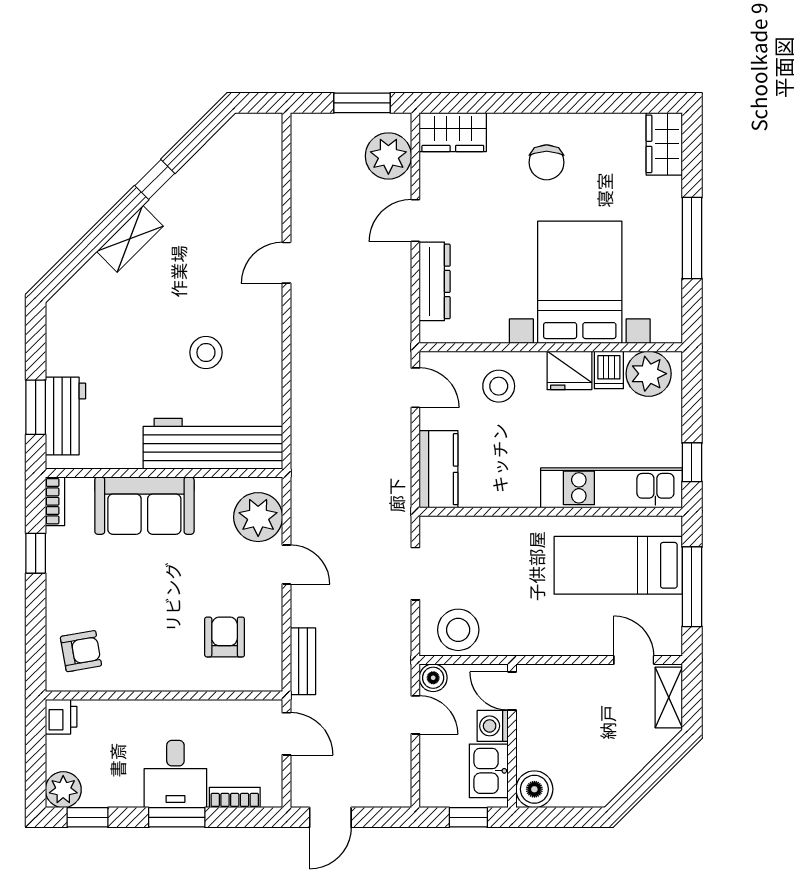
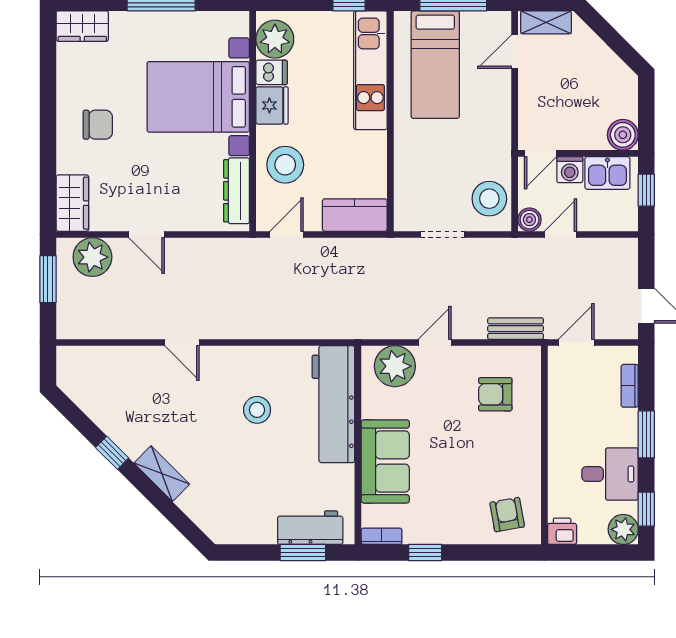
dresser: (435, 281) -> (237, 191), moved, turned -90
stool: (499, 386) -> (285, 165), width x1.38, depth x1.38
desk: (175, 774) -> (610, 474), moved

